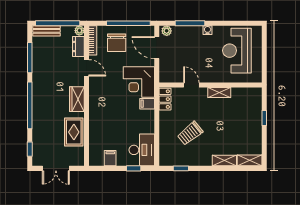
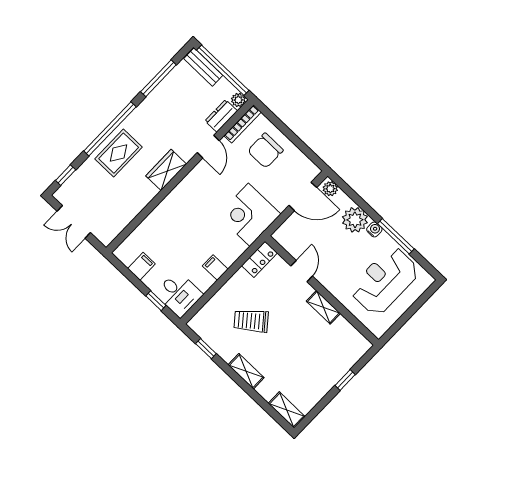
window: (128, 23) -> (298, 142), removed
window: (190, 23) -> (396, 236), moved
plant: (193, 34) -> (355, 220), added
door: (157, 48) -> (303, 196), swing flipped
filing cabinet: (147, 104) -> (215, 268), moved
rug: (74, 132) -> (119, 153), moved
desk: (142, 150) -> (179, 294), width x0.73
shelving: (224, 161) -> (246, 371), moved

